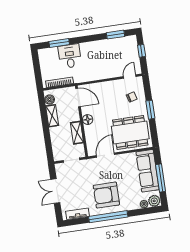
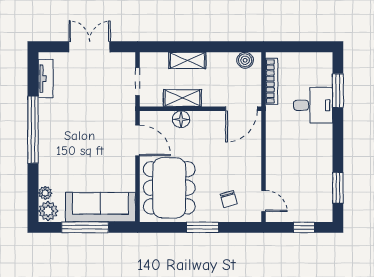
shelving: (52, 116) -> (187, 60), moved
floor lamp: (88, 120) -> (181, 119), moved
armchair: (106, 195) -> (70, 132), removed

